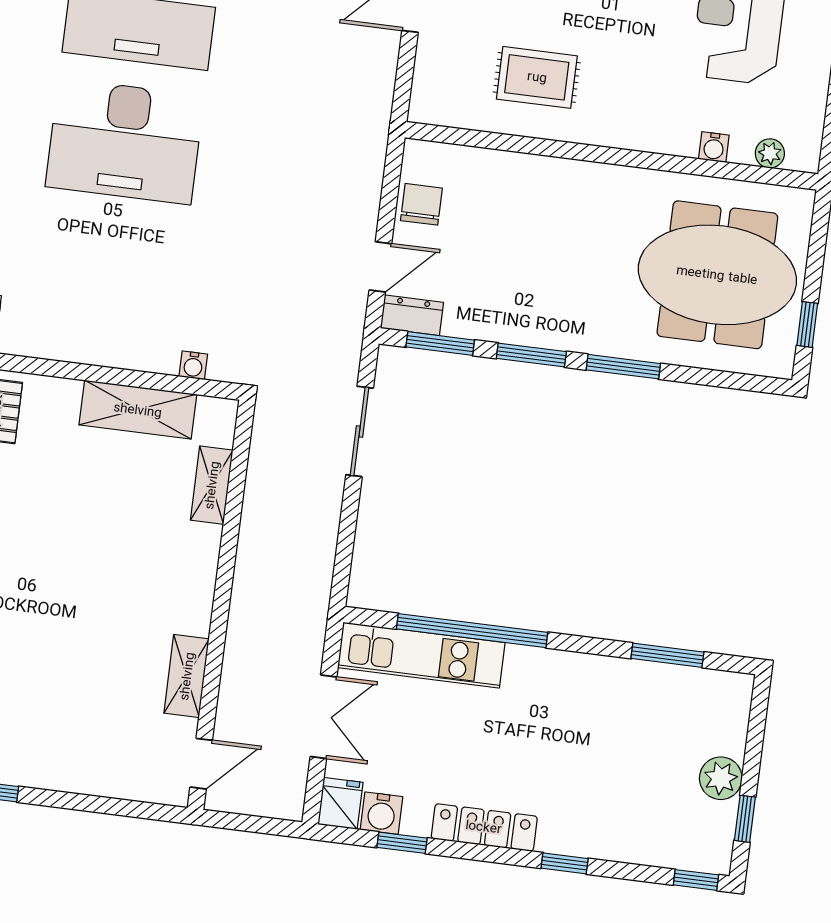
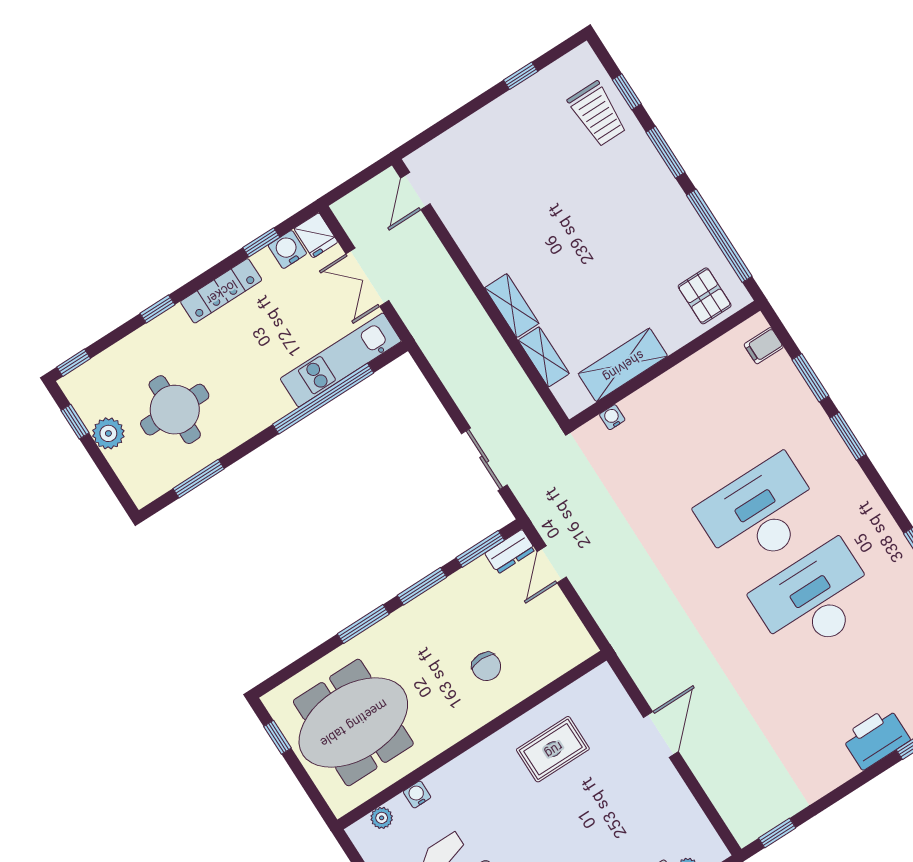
chair: (421, 204) -> (486, 667), moved
shelving: (187, 676) -> (512, 306), moved
round table: (633, 746) -> (175, 410), added

